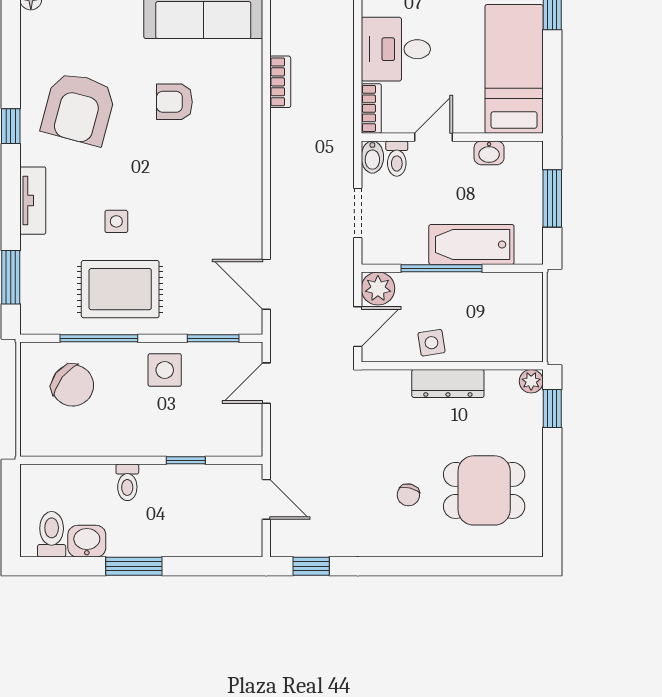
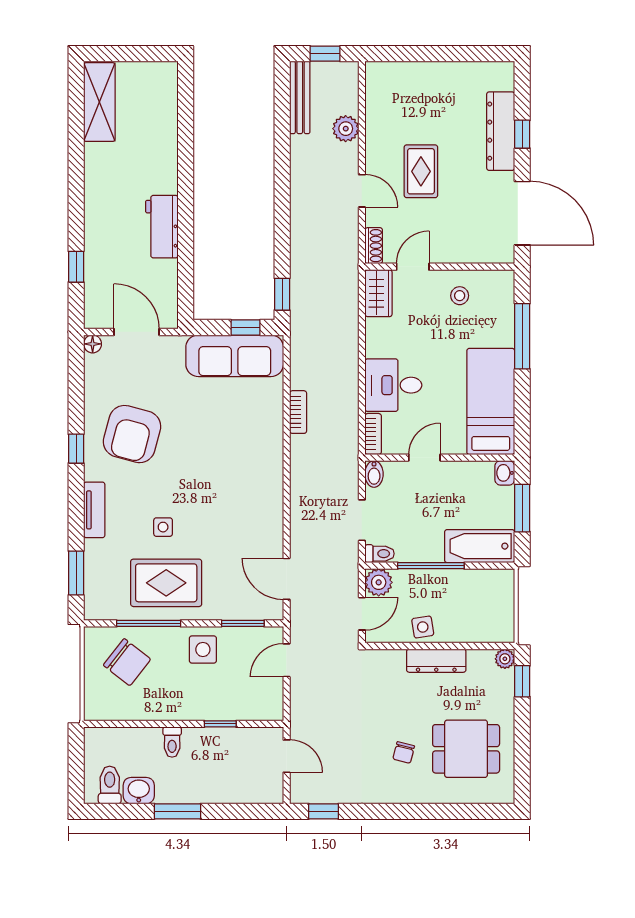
armchair: (174, 102) -> (211, 428), removed
washbasin: (489, 153) -> (505, 473), moved, turned 90
toilet: (397, 159) -> (380, 554), moved, turned -90
bathtub: (471, 244) -> (480, 546), moved

